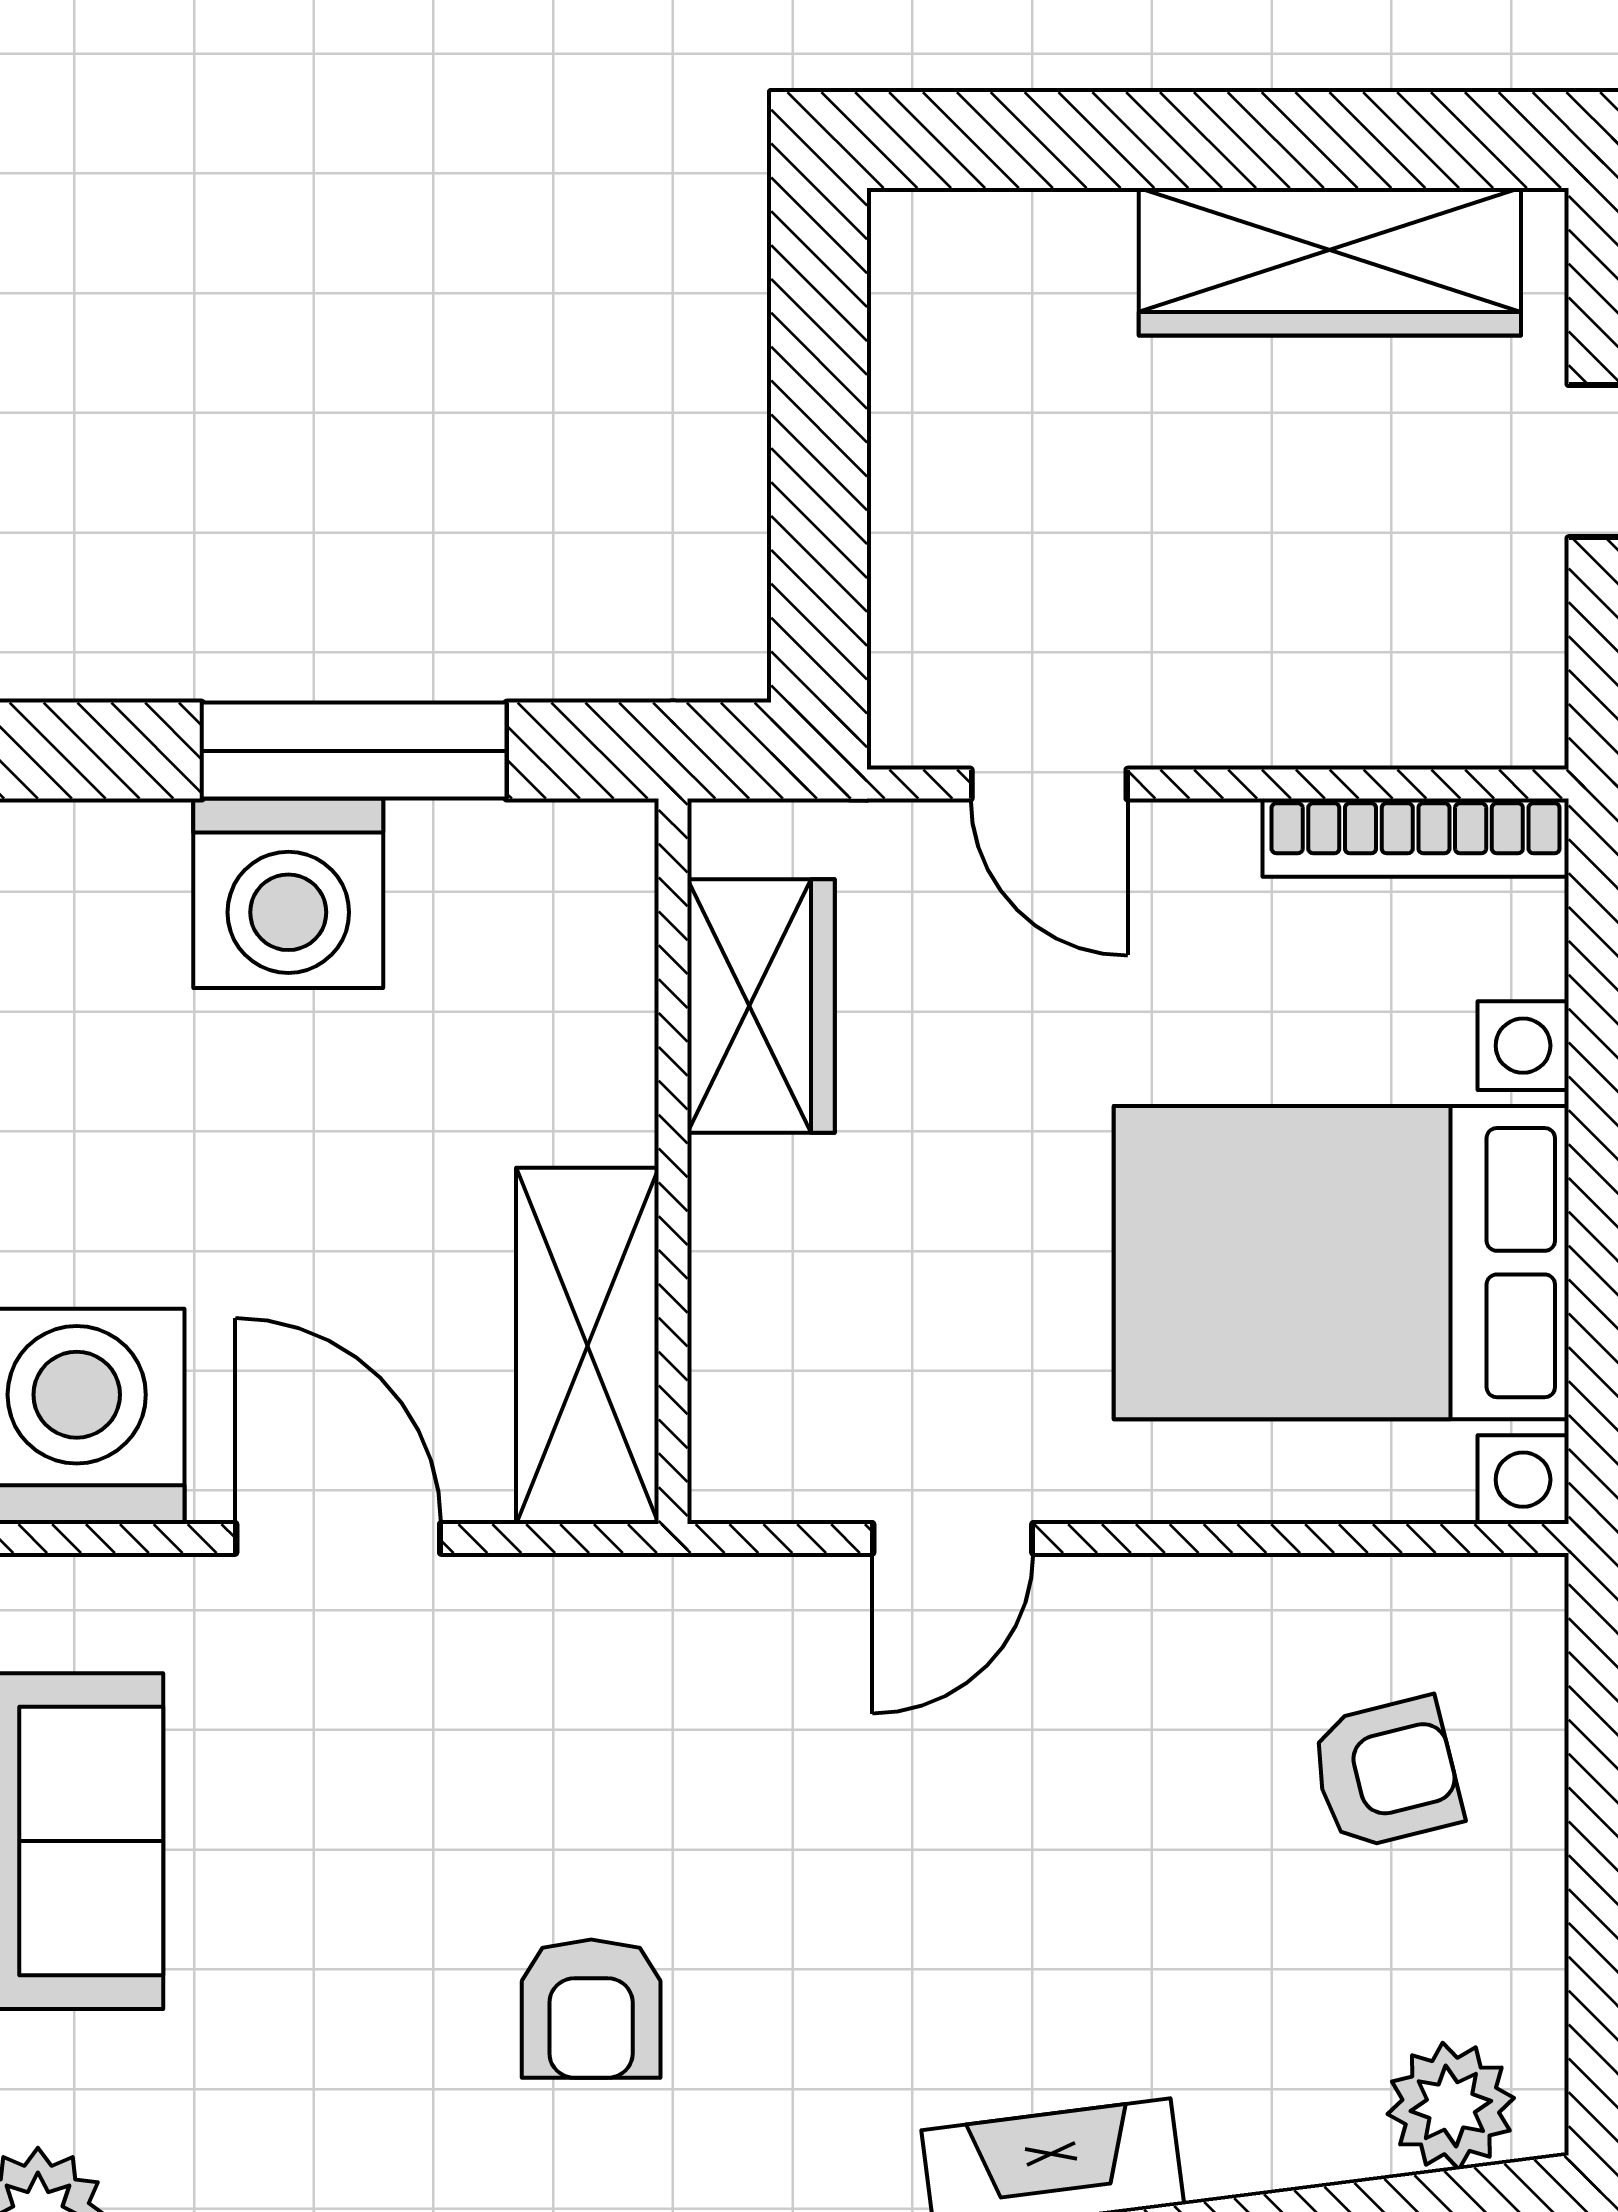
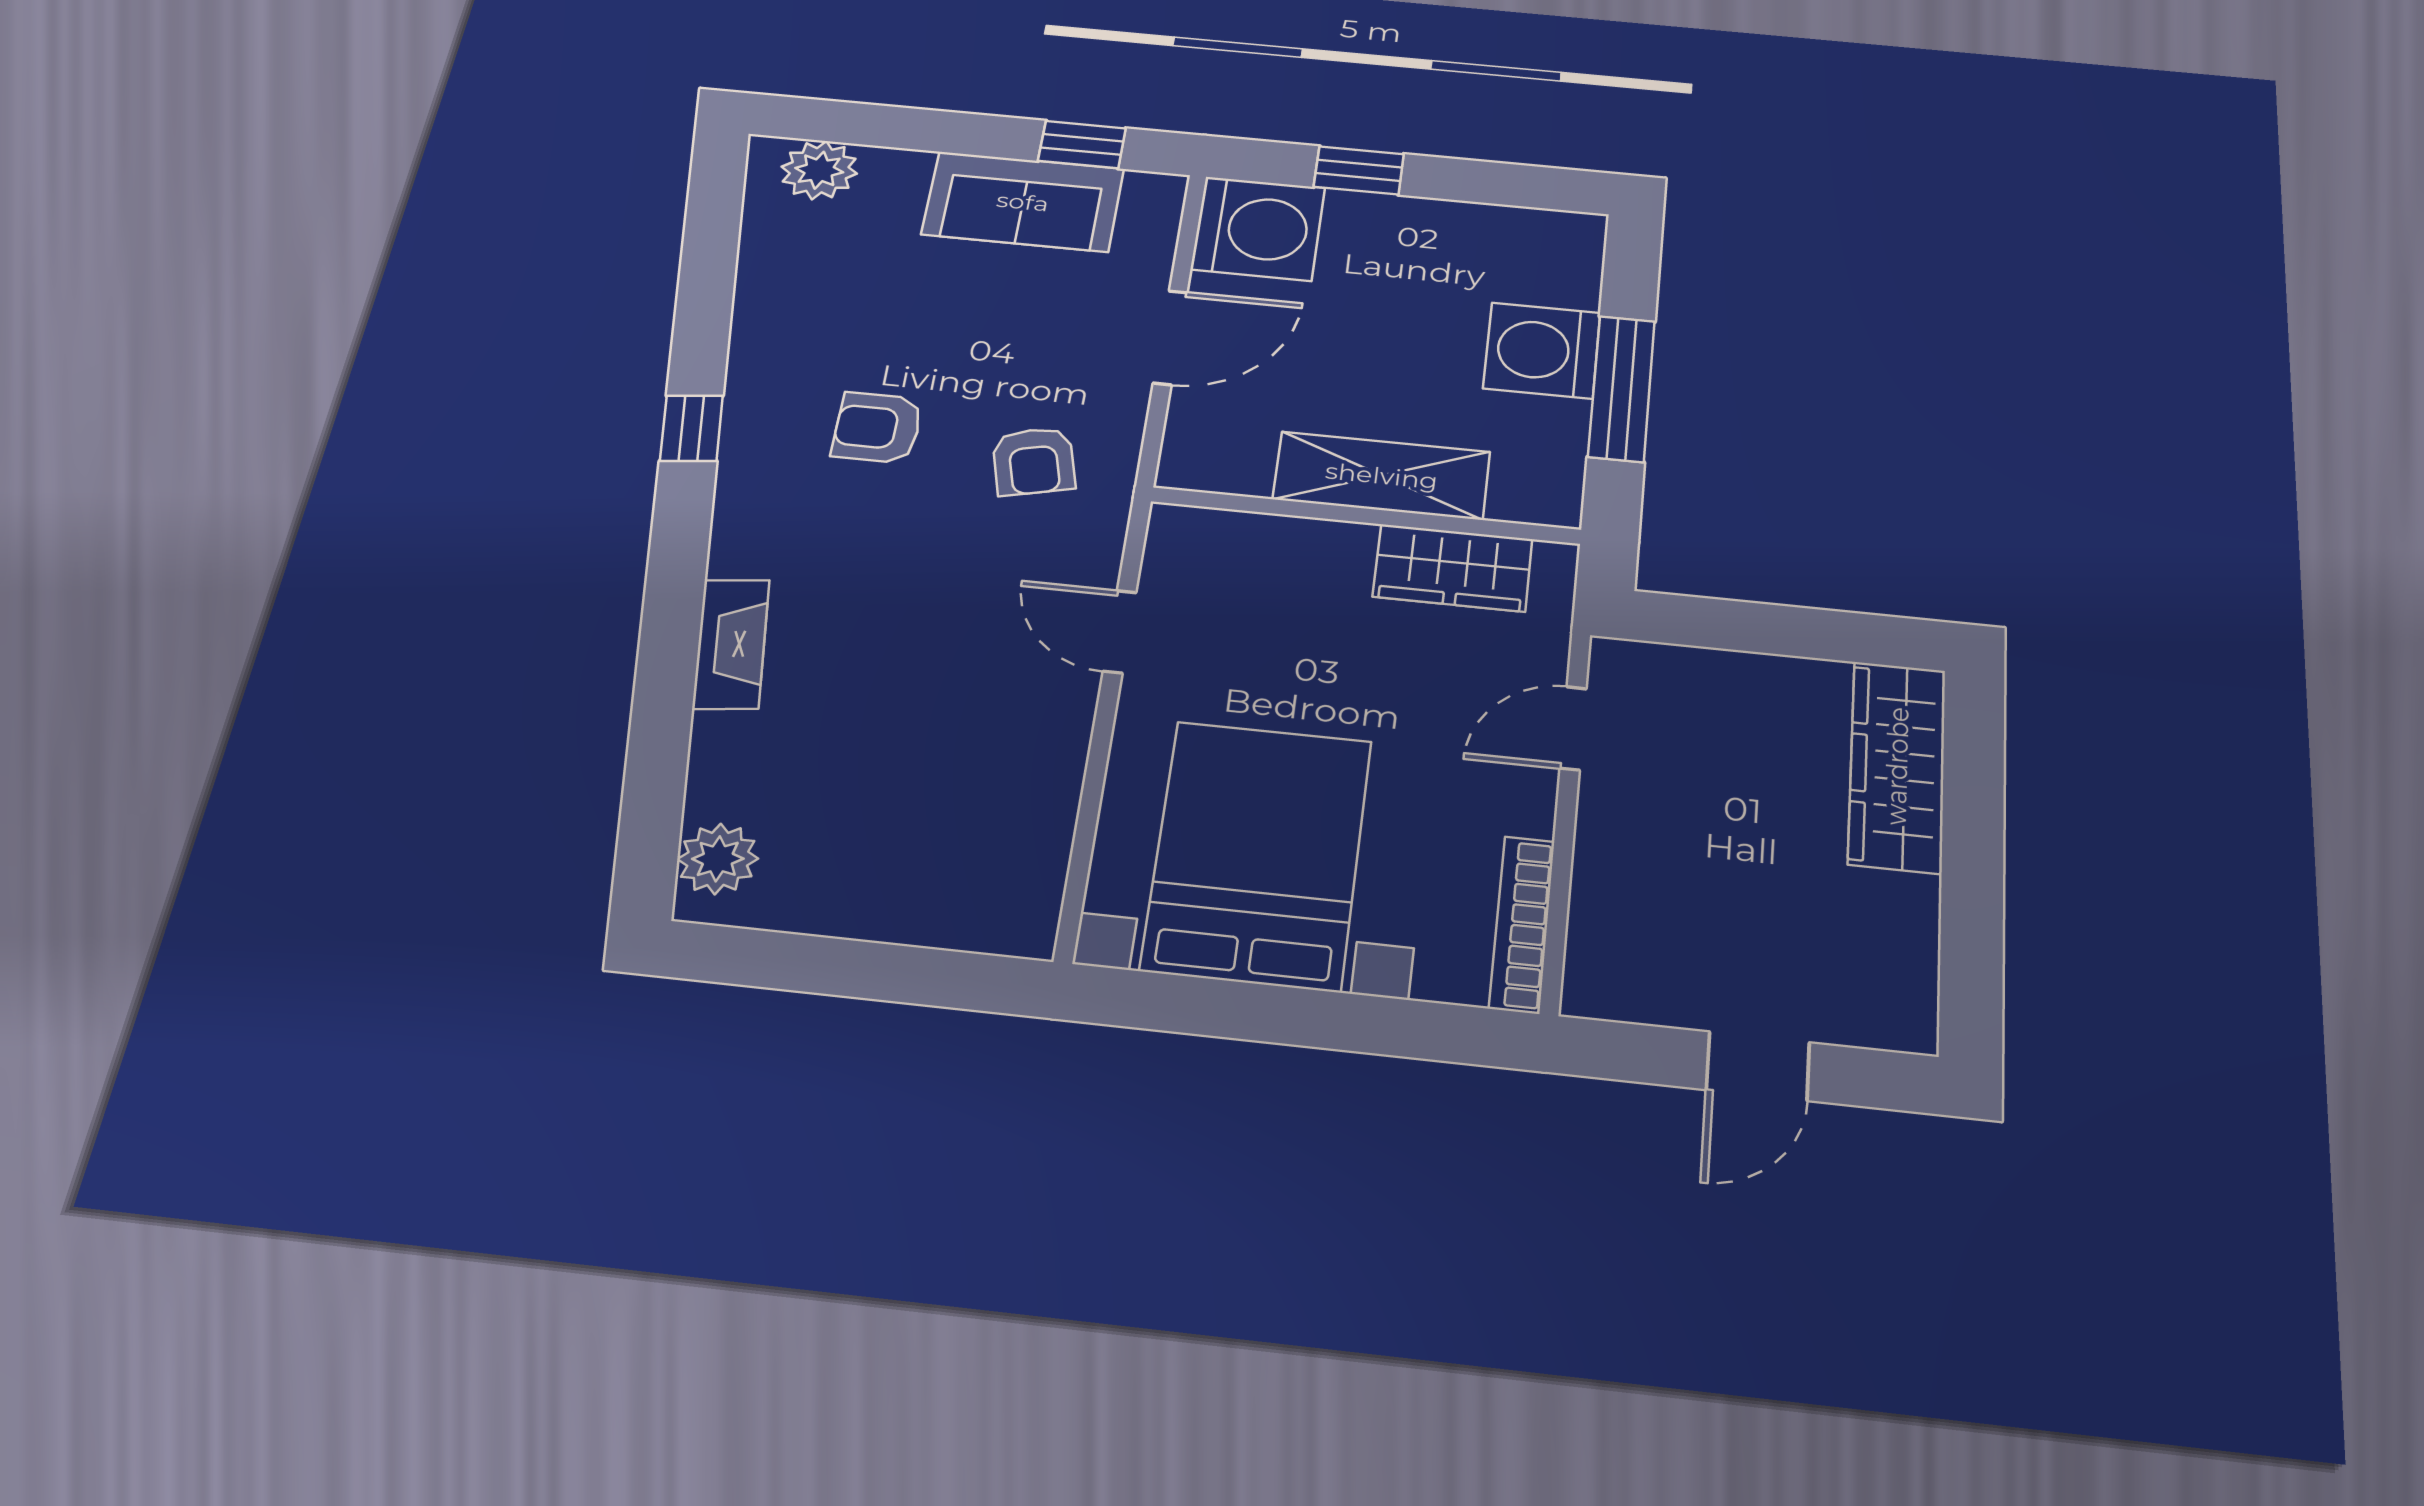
wardrobe: (1330, 262) -> (1897, 766), moved
shelving: (587, 1346) -> (1382, 476), moved
armchair: (1386, 1773) -> (1034, 461), moved

